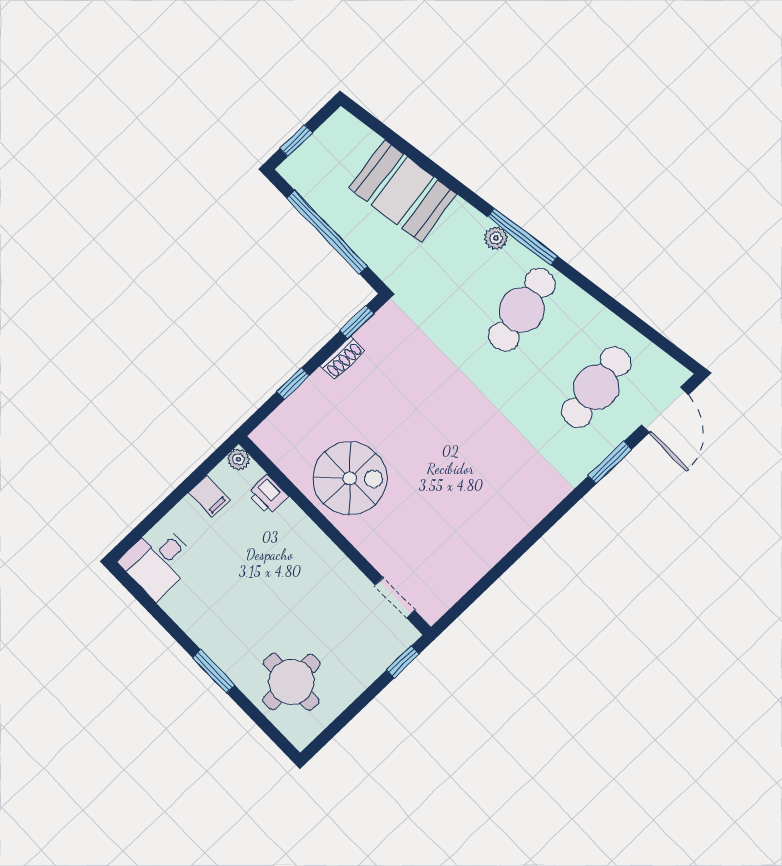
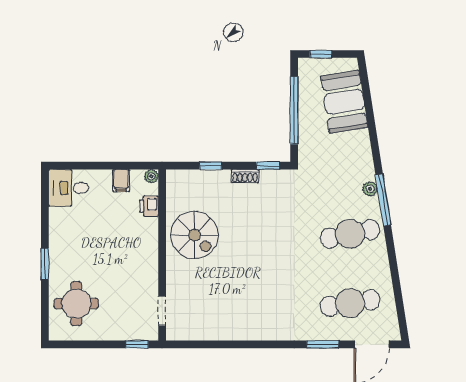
booth: (403, 191) -> (344, 102), moved

